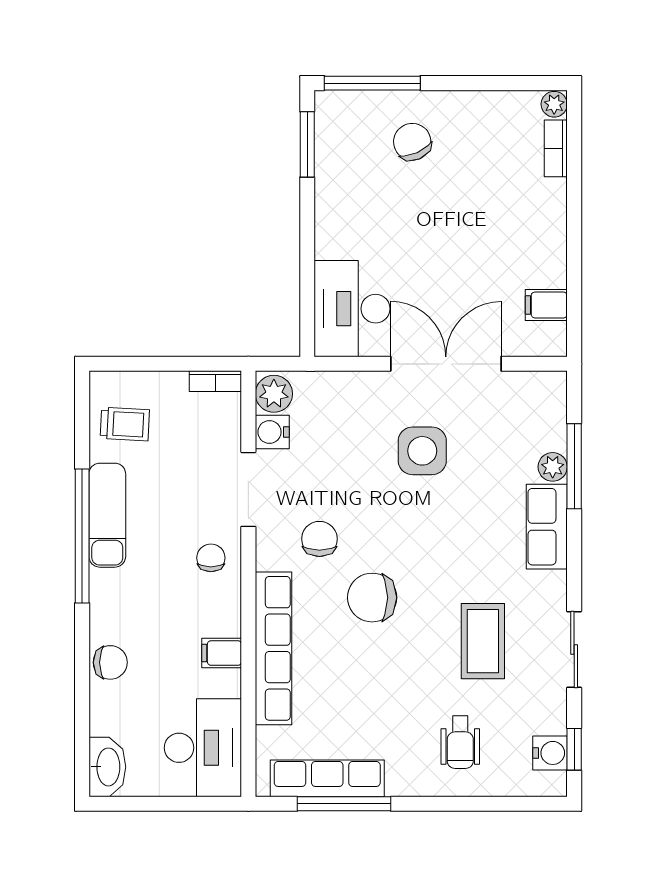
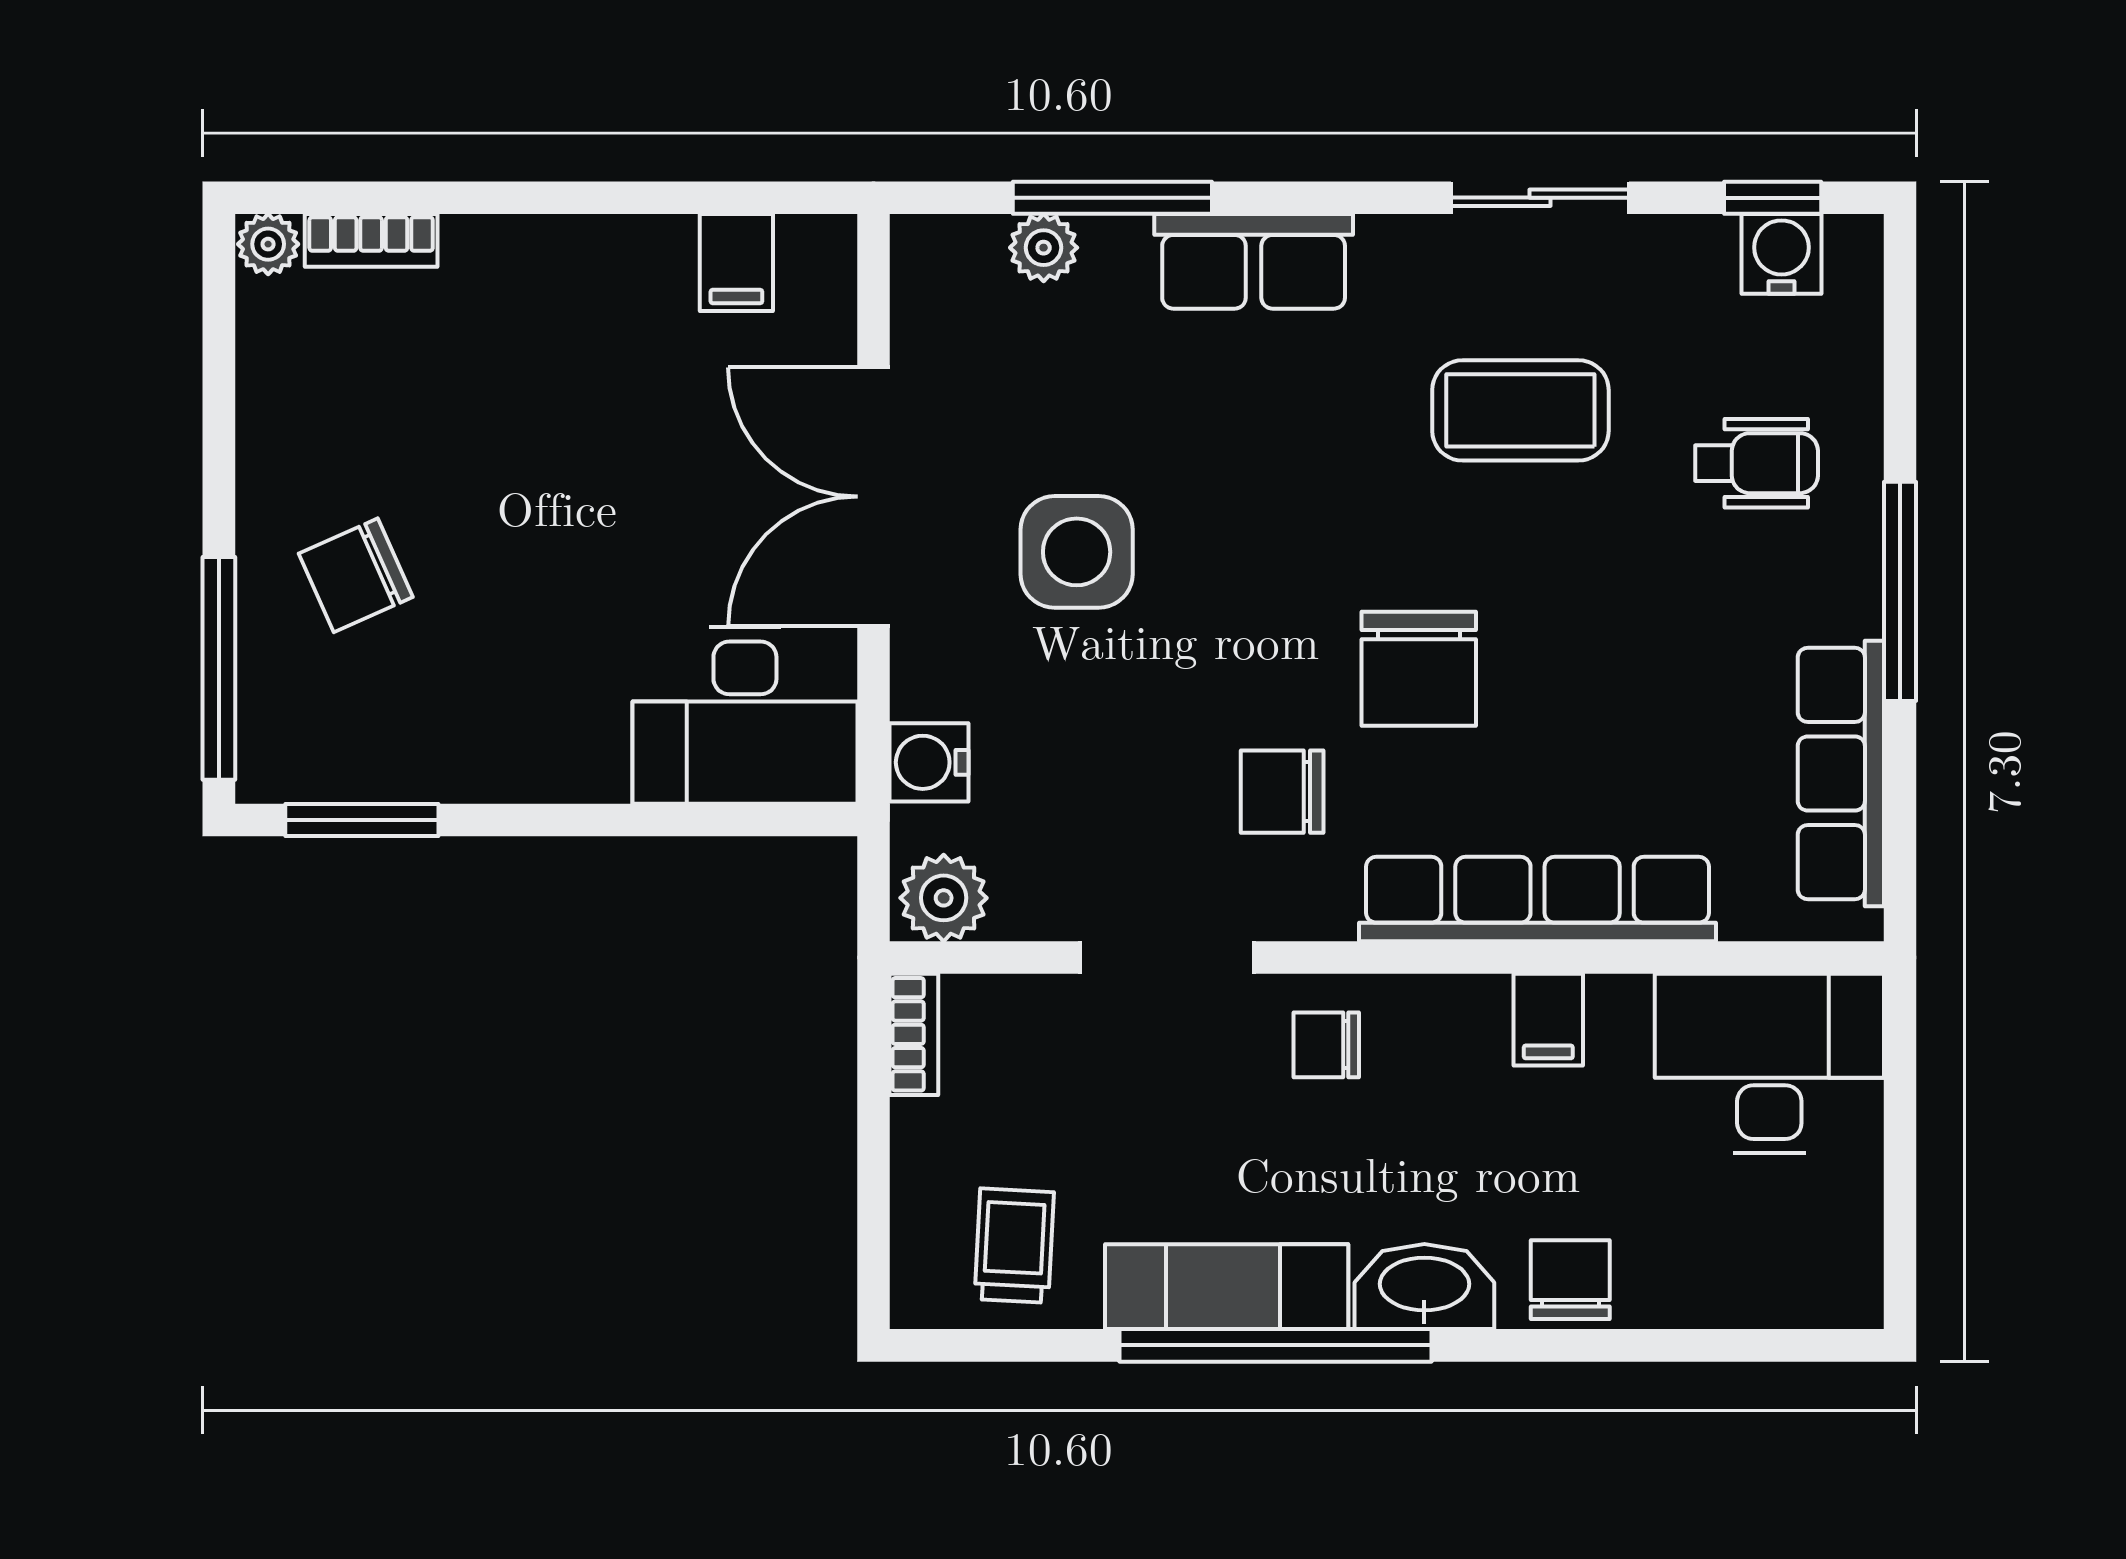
water cooler: (272, 432) -> (929, 762), moved, turned 90
plant: (553, 467) -> (1044, 248), moved
washbasin: (107, 767) -> (1424, 1287), moved
window: (344, 804) -> (1900, 591), moved

